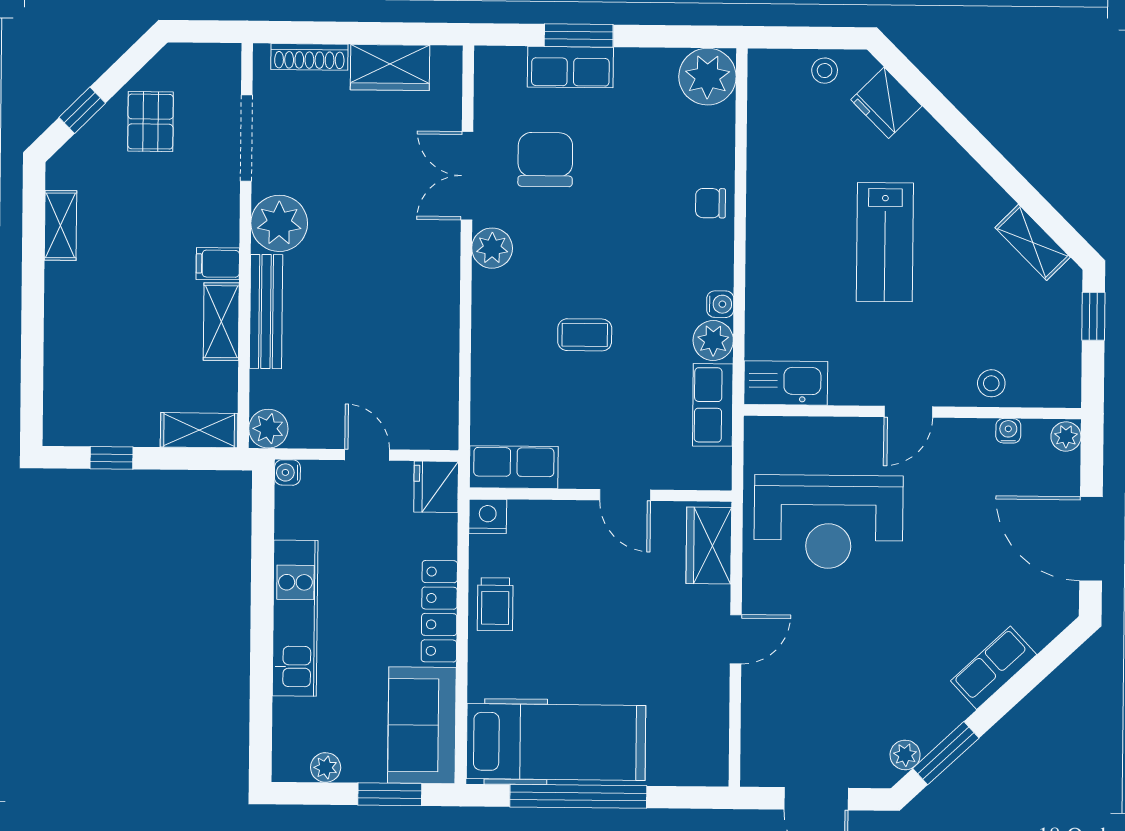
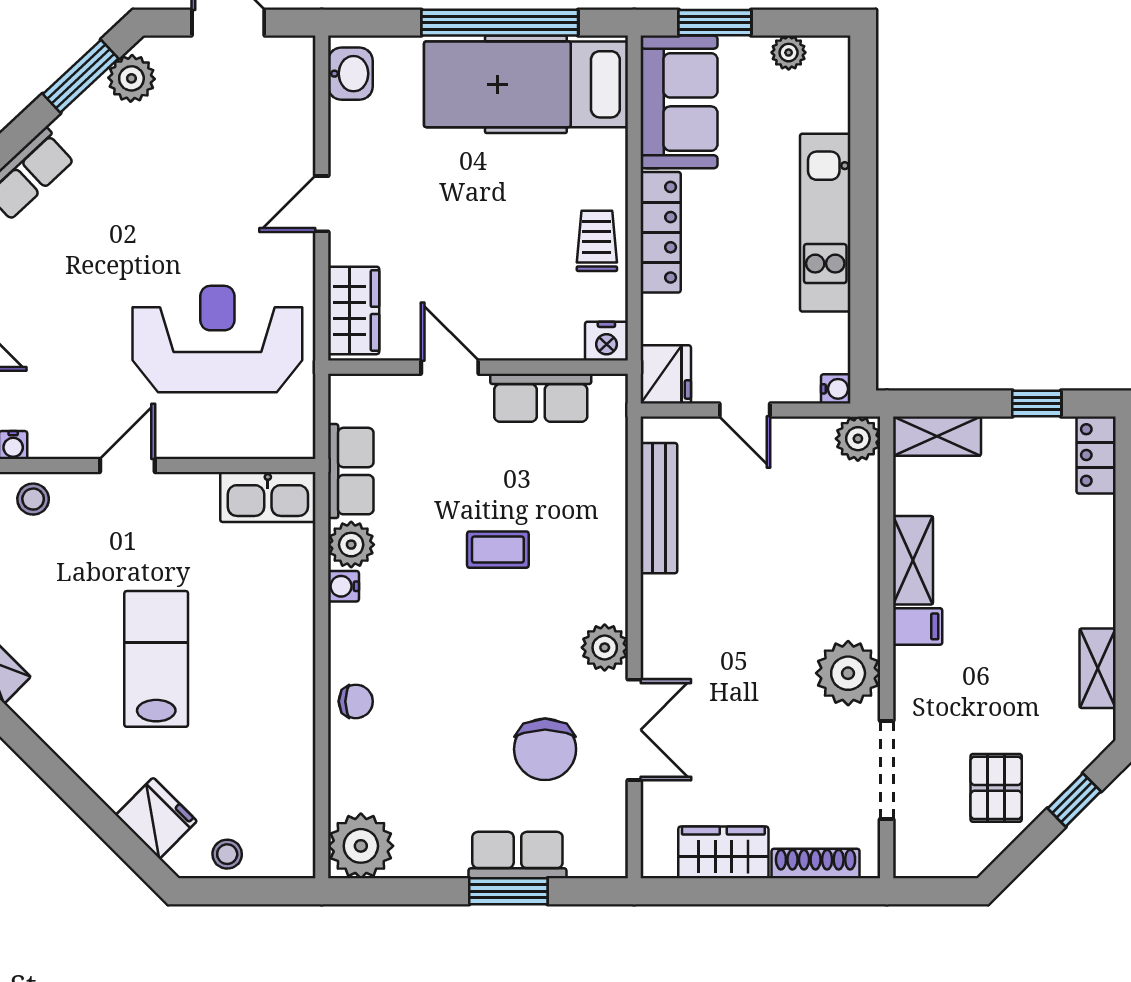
bench: (266, 312) -> (659, 508), moved
locker: (60, 412) -> (1096, 455), added
row of seats: (514, 467) -> (541, 398), moved
washbasin: (710, 753) -> (350, 74), added
plant: (905, 755) -> (131, 78), width x1.38, depth x1.38

